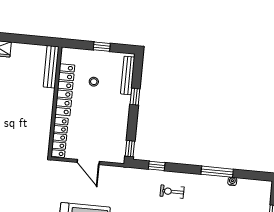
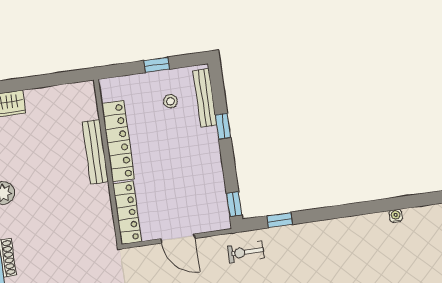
bench: (51, 67) -> (95, 152), moved
stool: (94, 82) -> (170, 101), moved
window: (217, 172) -> (370, 207), removed
exercise bike: (172, 192) -> (246, 252), moved

